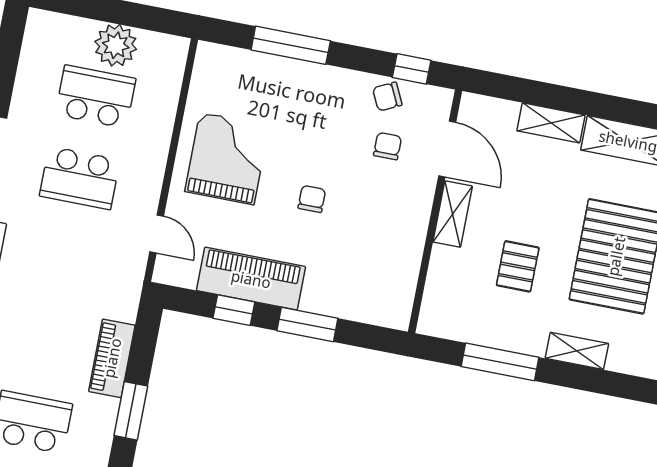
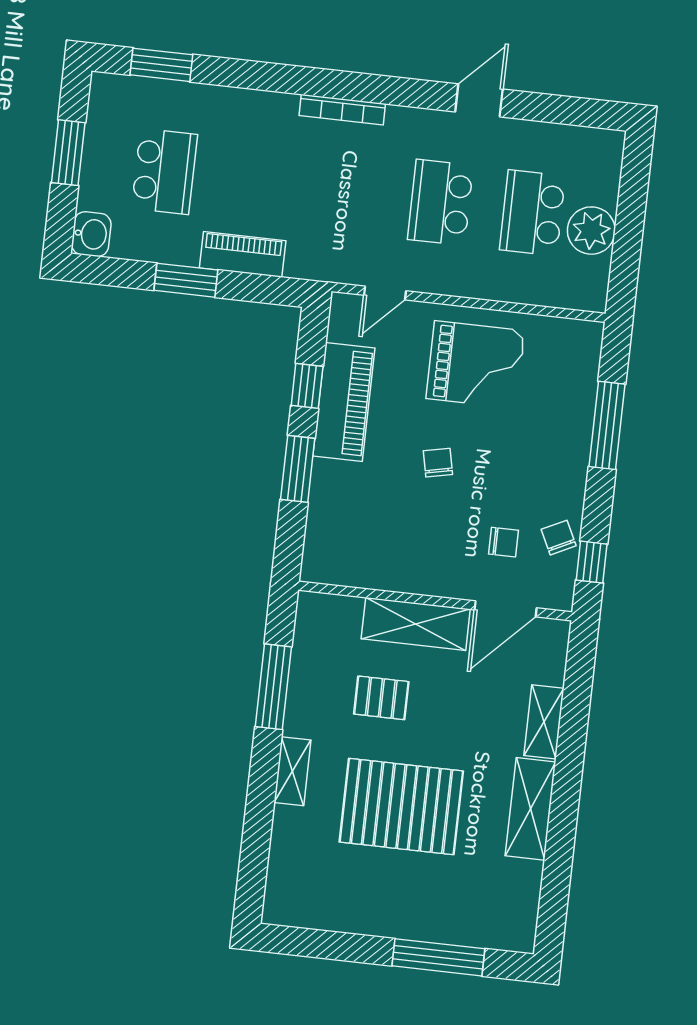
school desk: (96, 97) -> (532, 213), turned 180
chair: (312, 199) -> (438, 463), turned -102
shelving: (453, 214) -> (416, 624), width x1.50, depth x1.33

